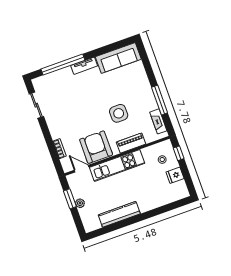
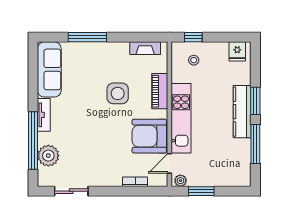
plant: (56, 79) -> (48, 156), added
window: (160, 100) -> (87, 37), moved
fridge: (175, 175) -> (237, 51), moved
plant: (80, 203) -> (180, 181), moved
kitchen counter: (119, 214) -> (242, 112), moved
window: (149, 214) -> (255, 101), added
window: (118, 226) -> (255, 144), added

